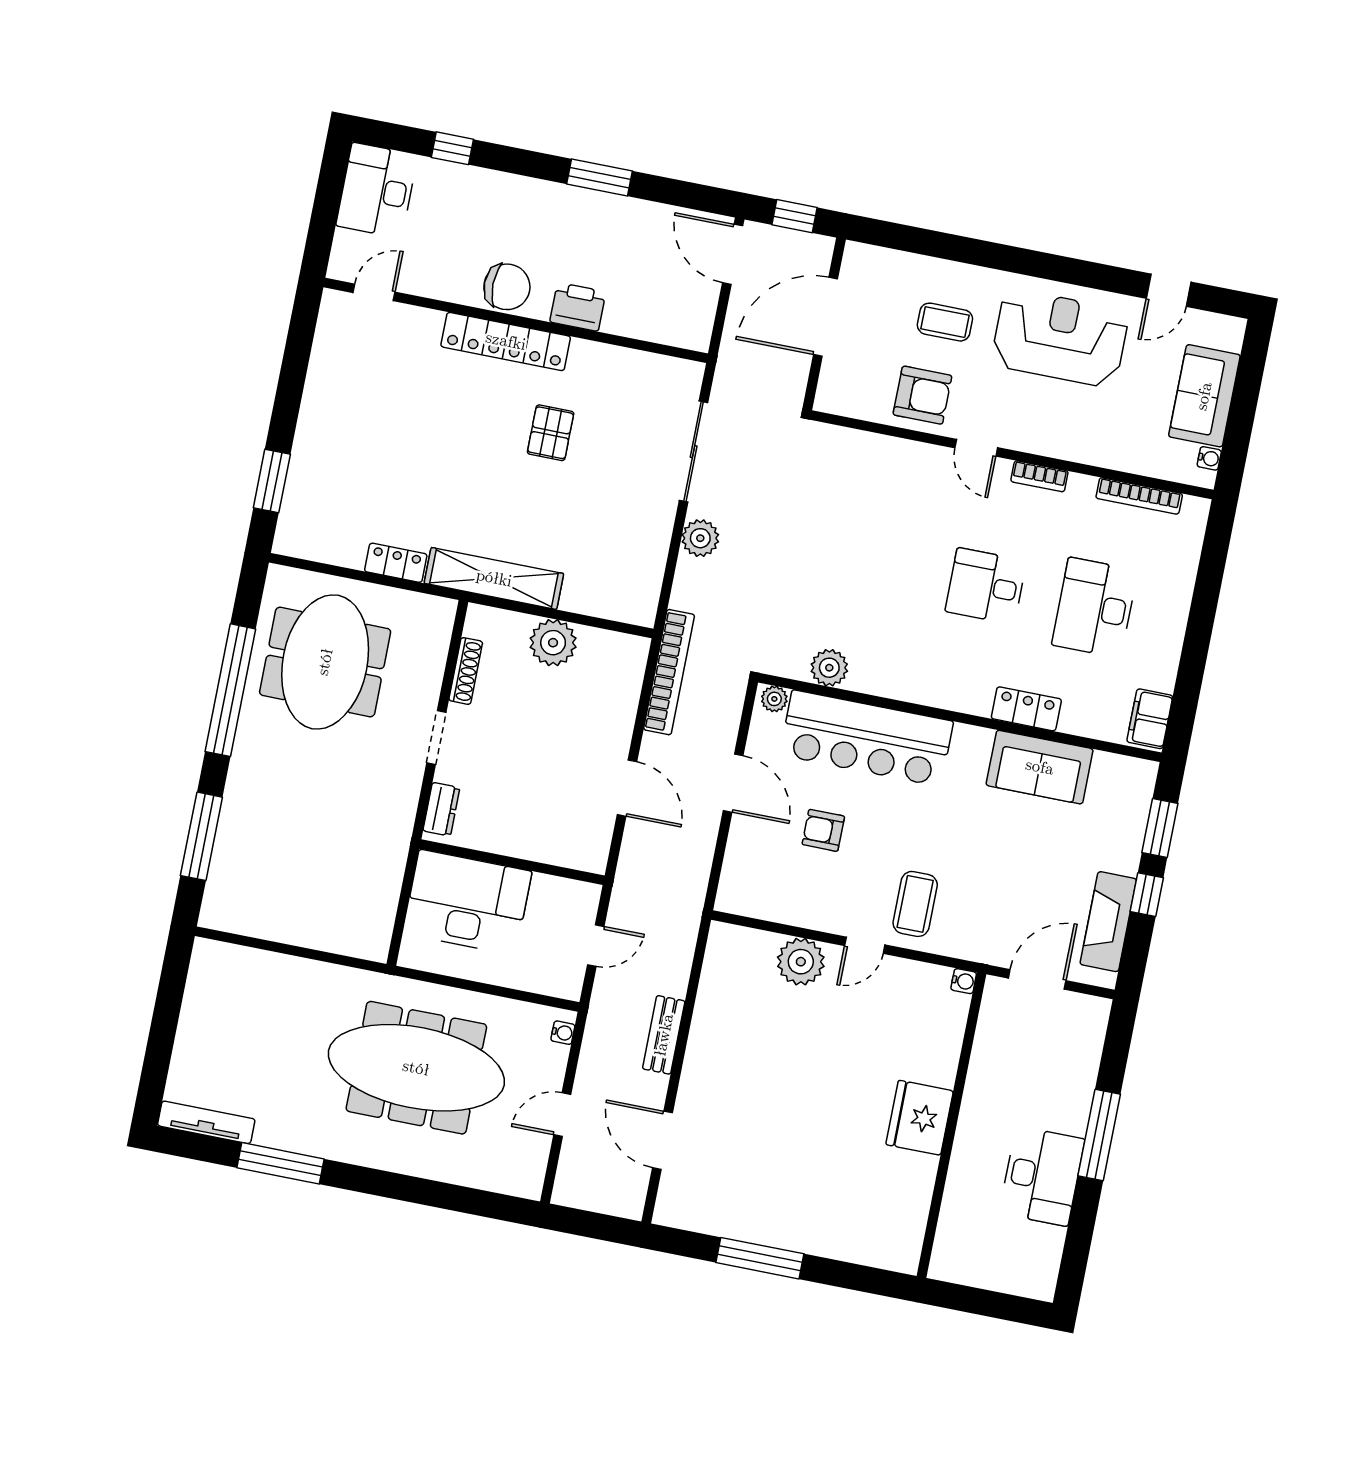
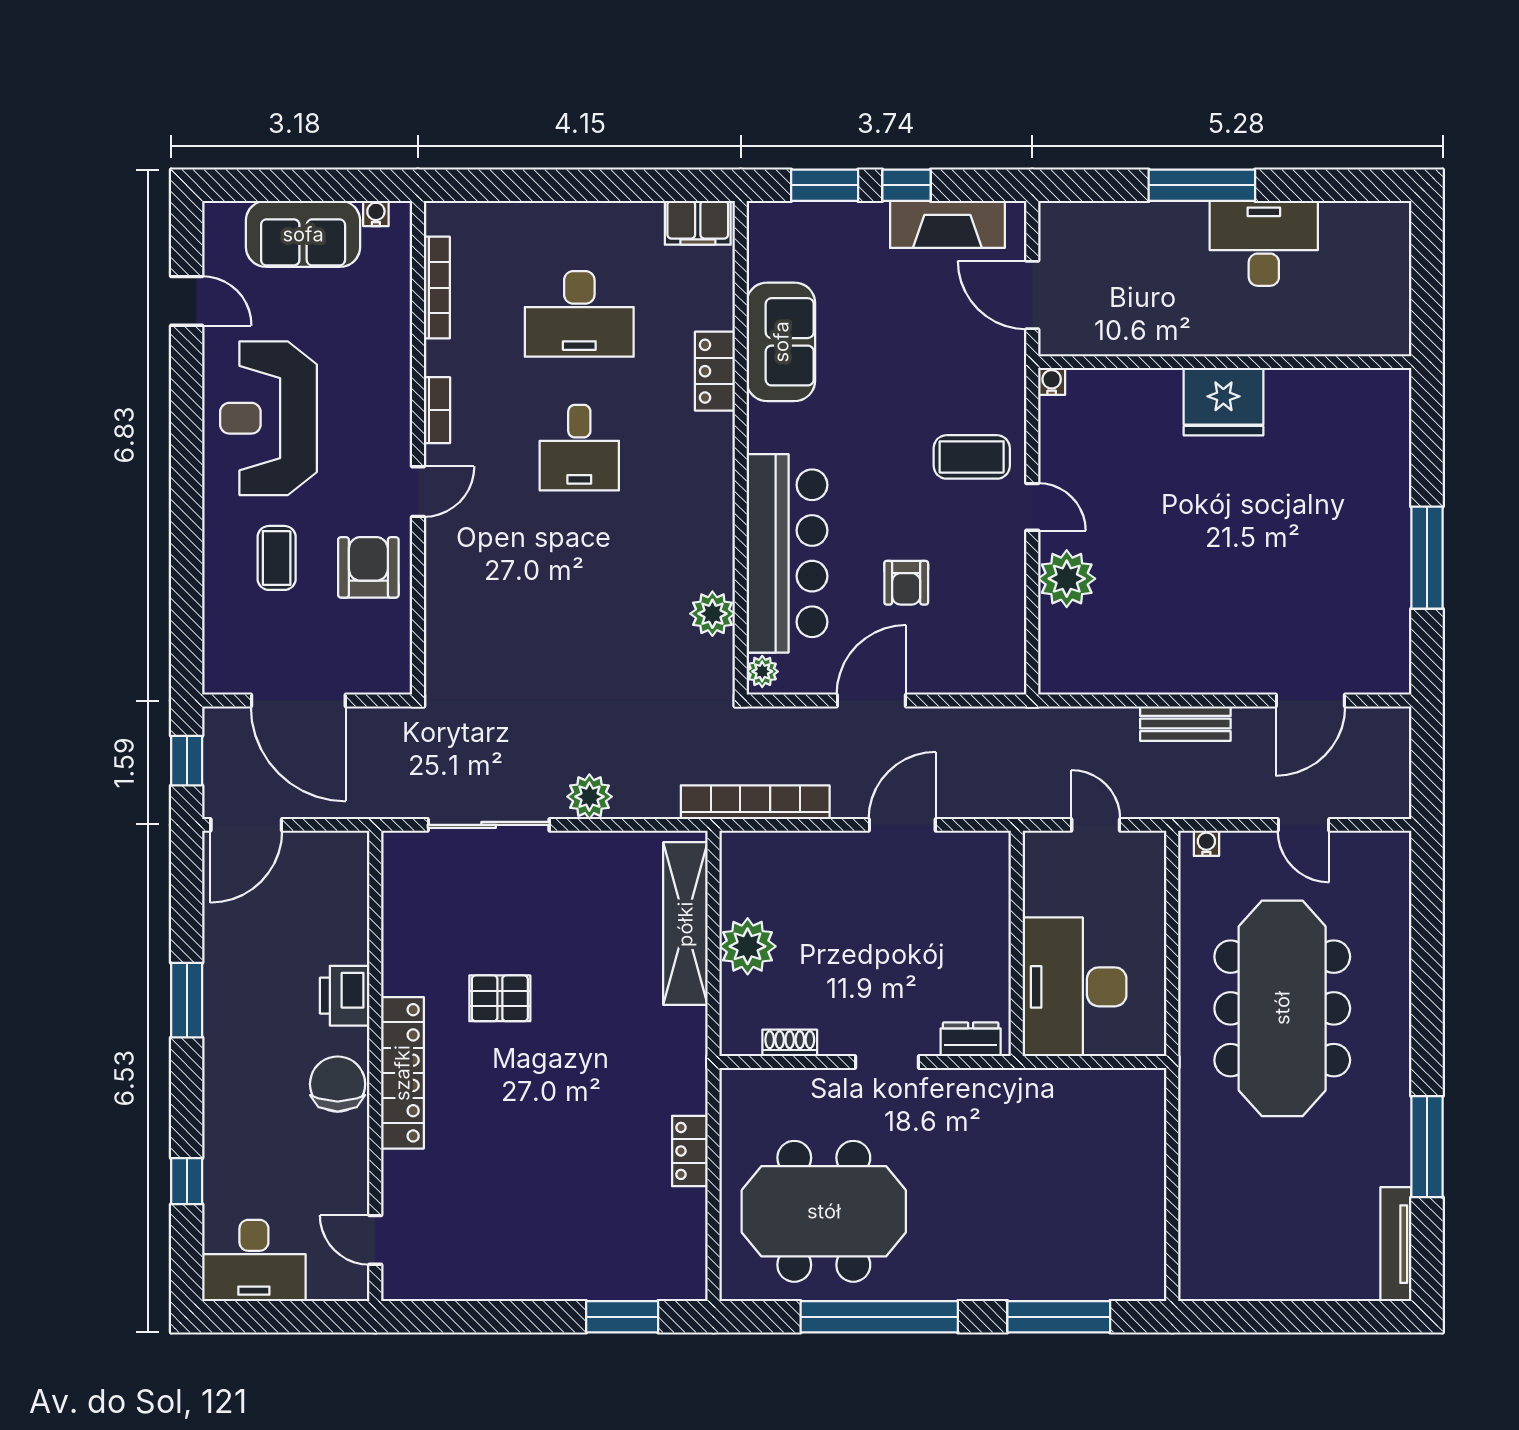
shelving: (494, 578) -> (685, 924), moved
shoe rack: (466, 671) -> (790, 1043), width x0.70

